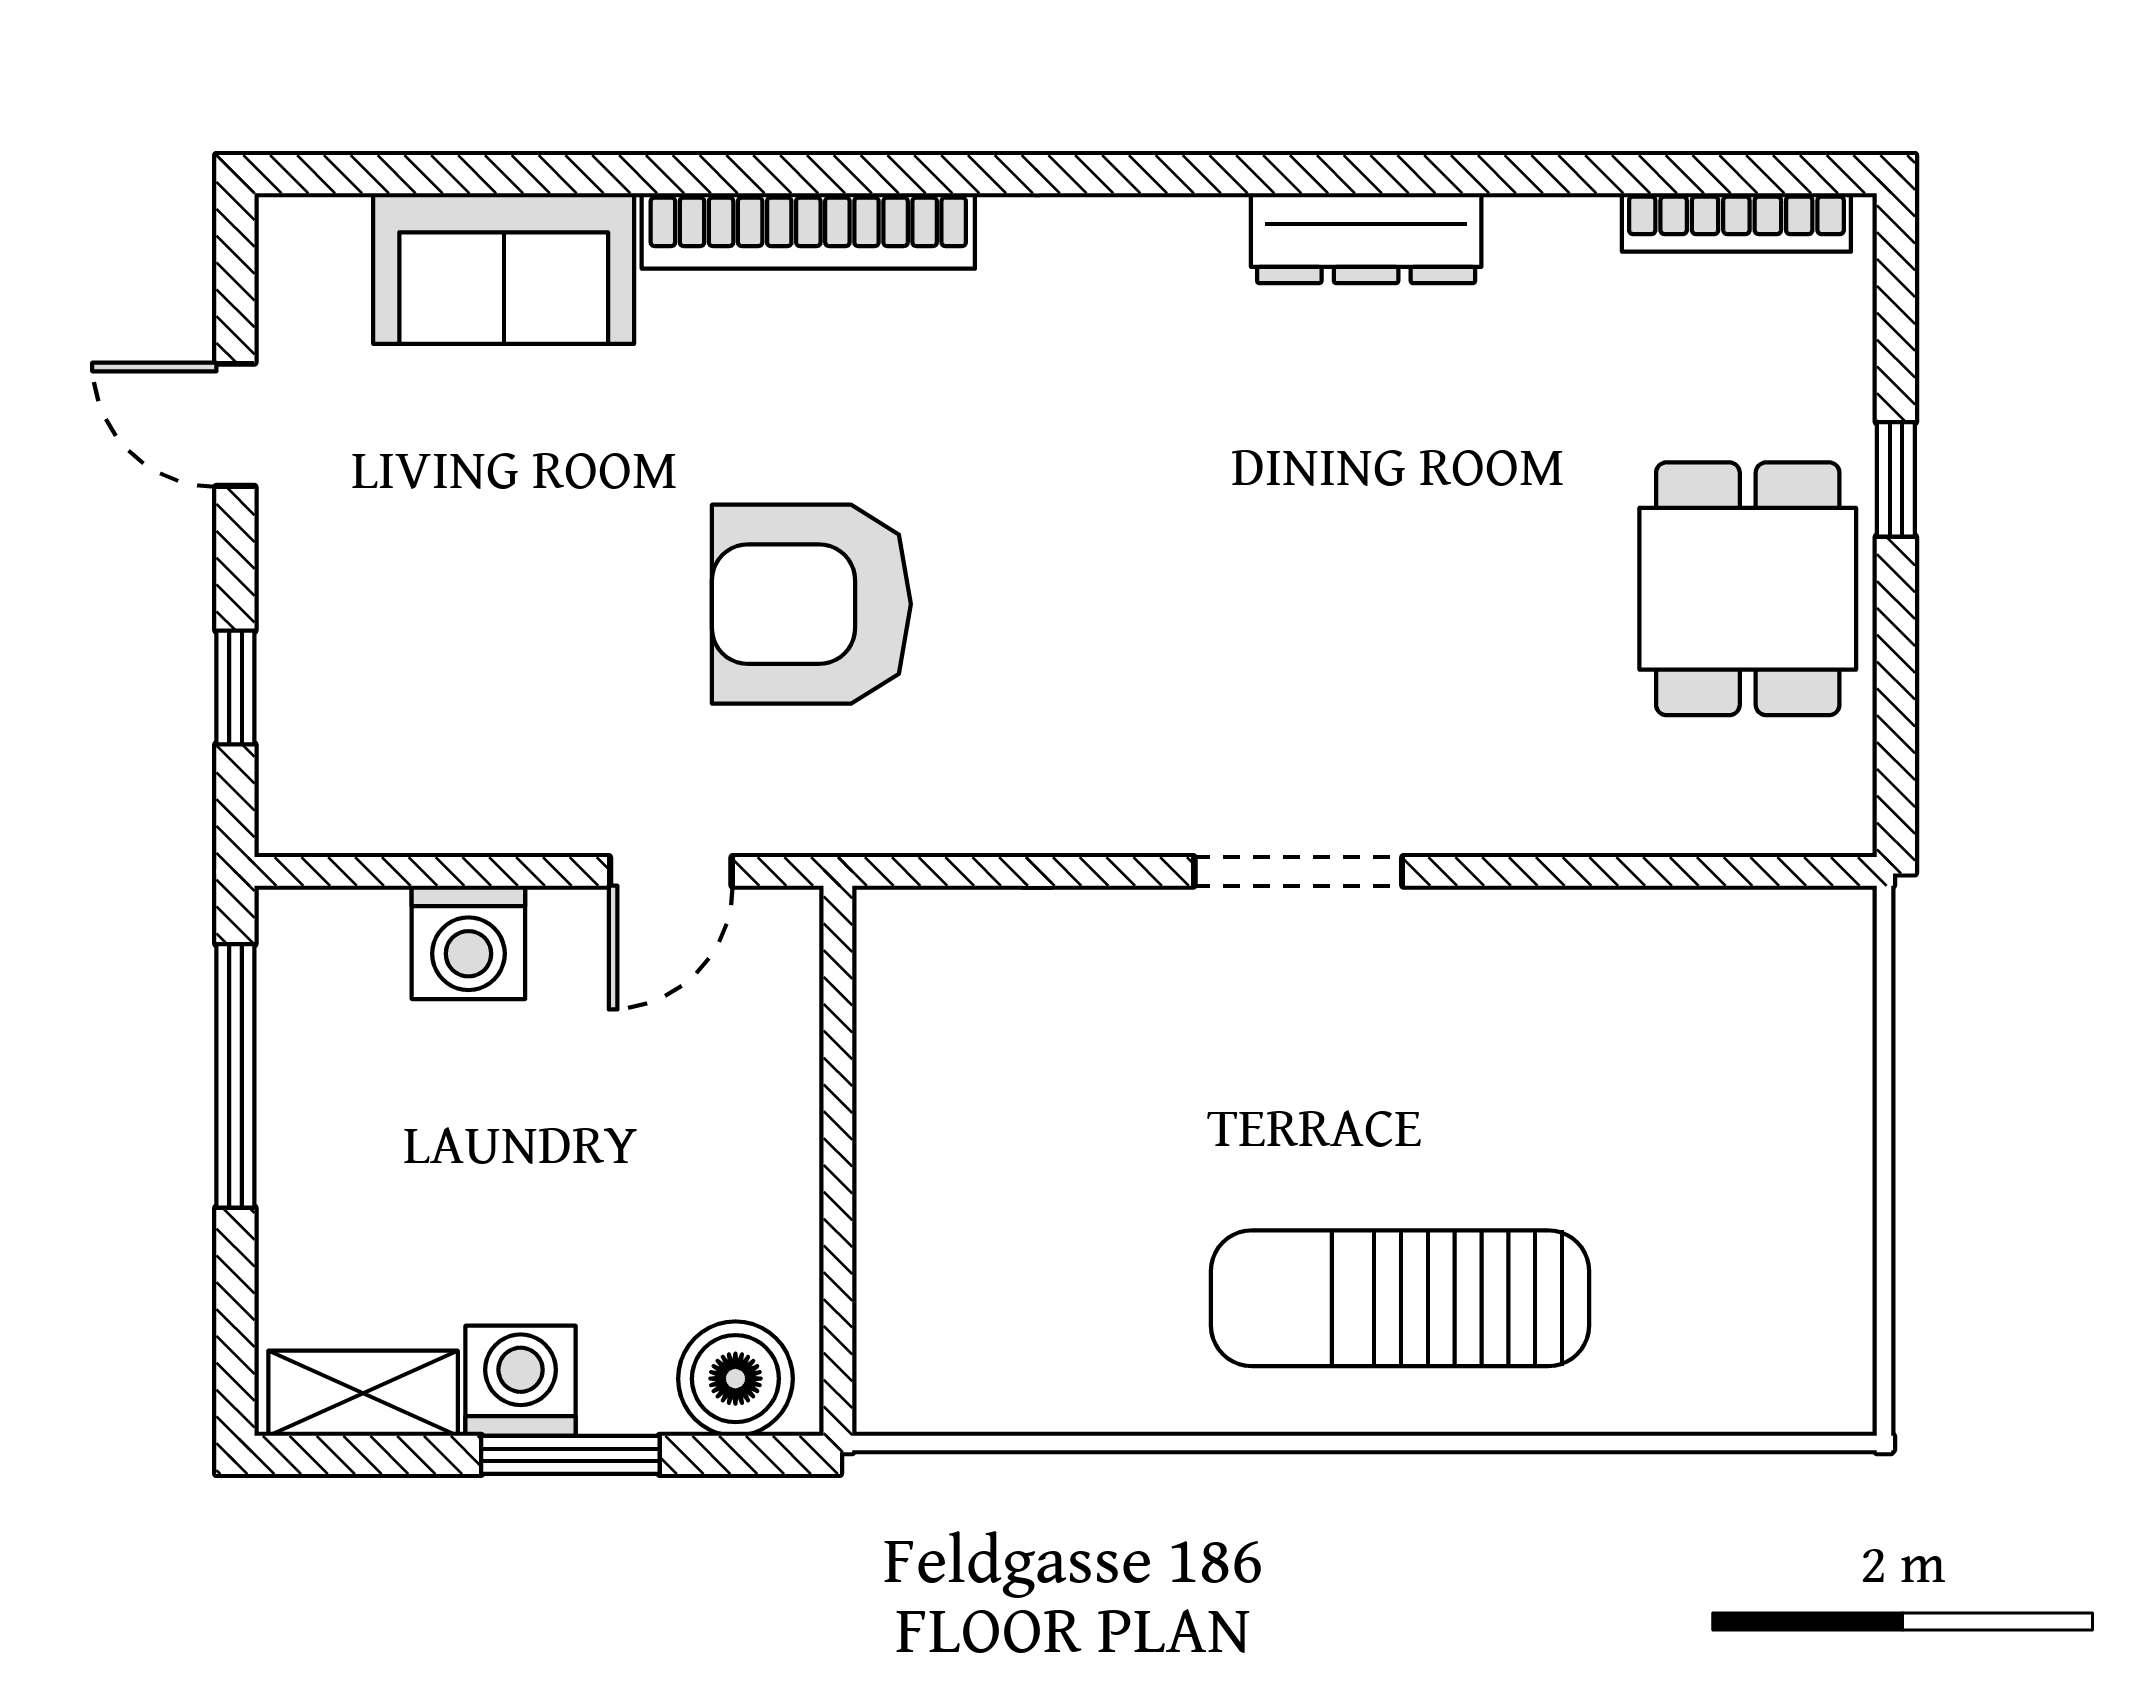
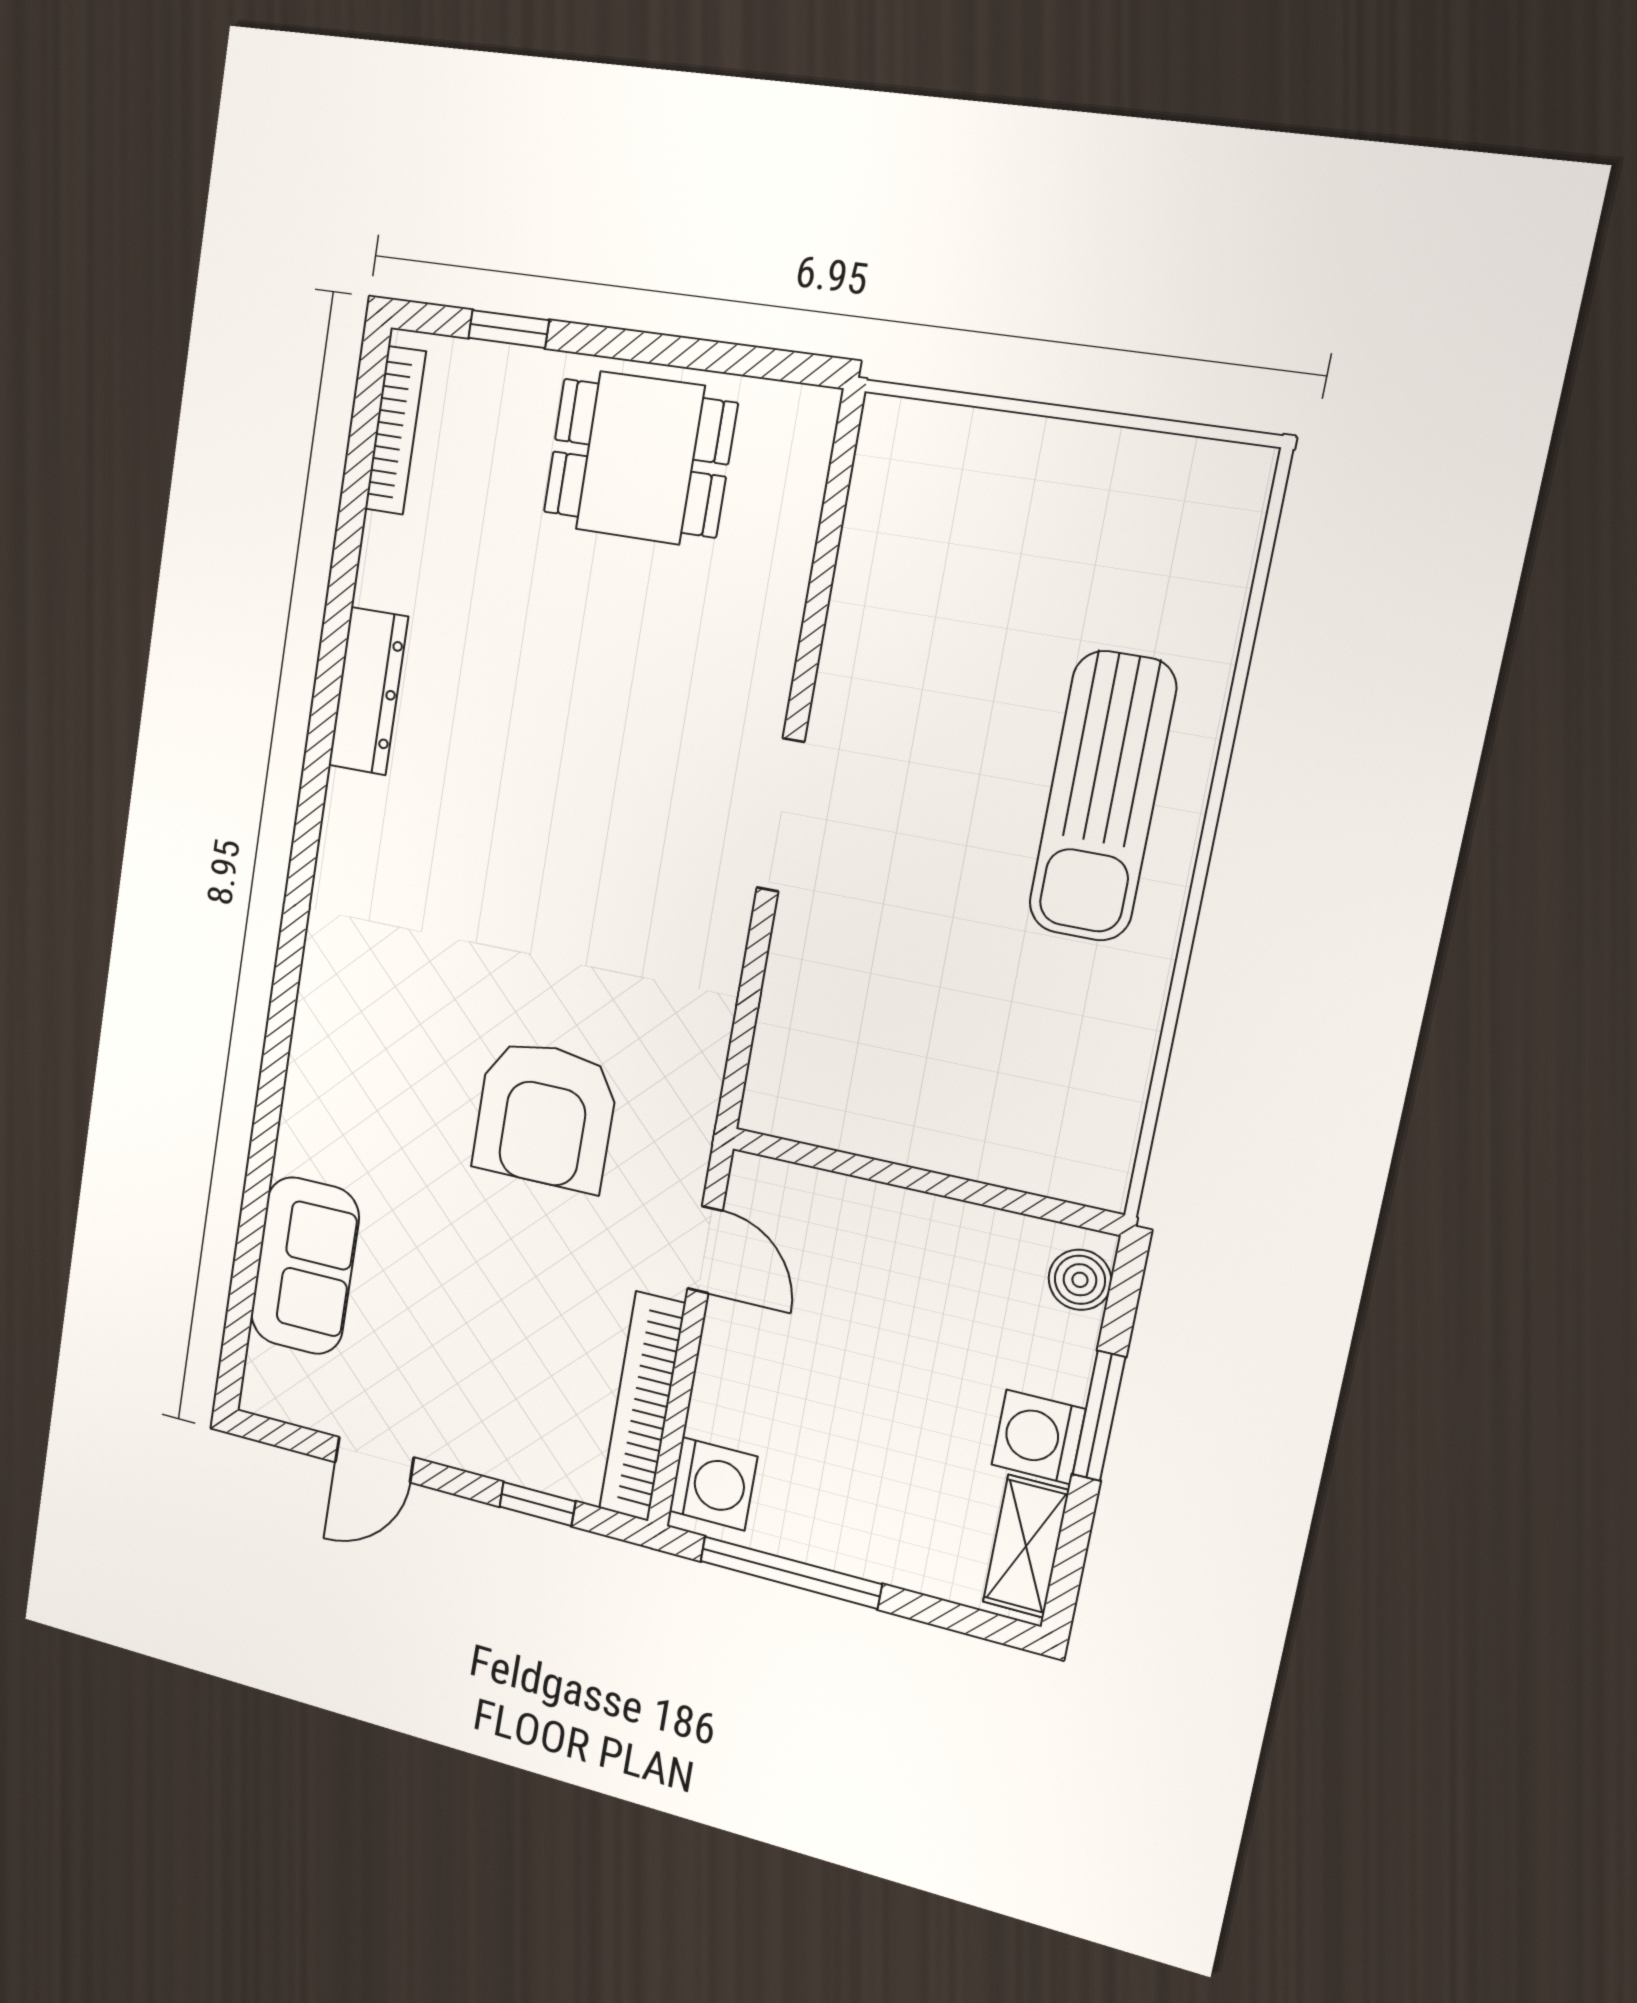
bookcase: (808, 231) -> (642, 1407), moved, turned 180
window: (1896, 479) -> (509, 329), moved
washing machine: (468, 942) -> (713, 1484), moved
boiler: (735, 1379) -> (1080, 1280), width x0.73, depth x0.73

